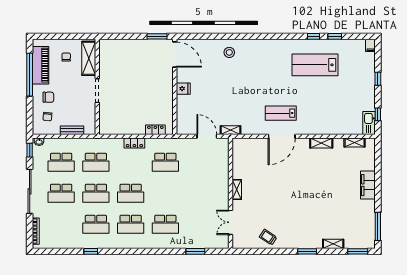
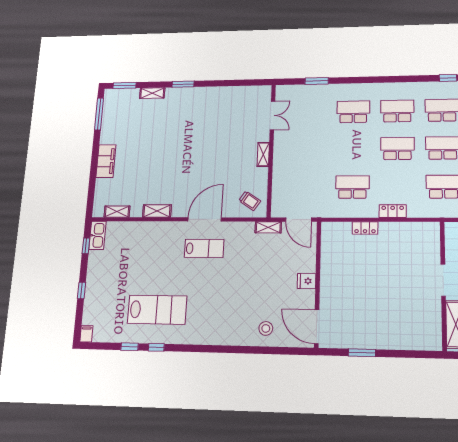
door: (175, 55) -> (317, 327), moved
wall: (175, 87) -> (318, 283), moved
fridge: (183, 89) -> (307, 281), moved
trolley: (268, 237) -> (250, 201), moved

